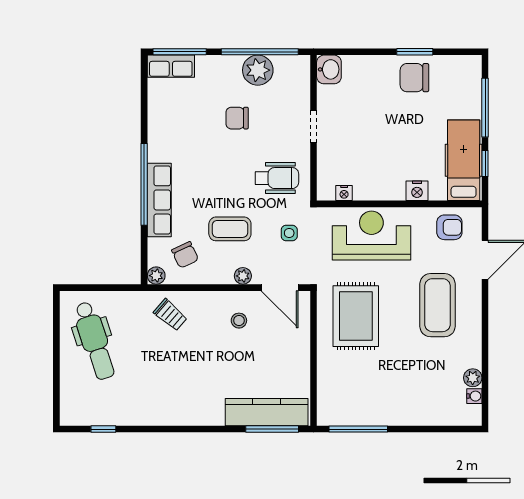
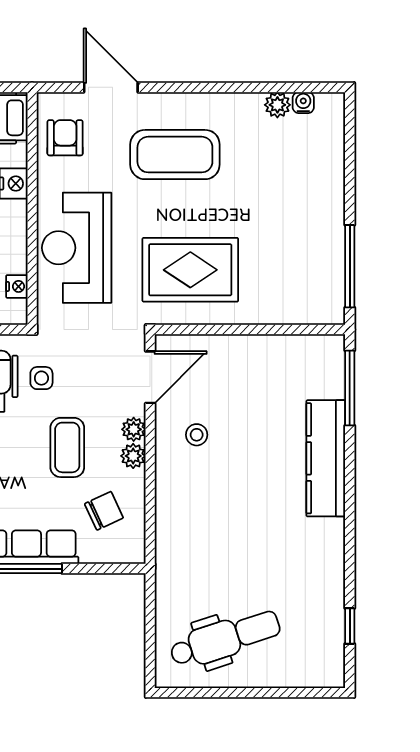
side table: (289, 233) -> (41, 378), moved
plant: (156, 276) -> (133, 456), moved
trolley: (170, 315) -> (189, 532), removed
kitchen counter: (267, 412) -> (326, 458), moved

